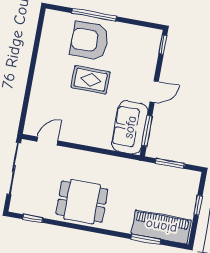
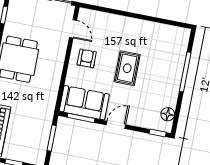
floor lamp: (142, 34) -> (168, 114), added
armchair: (89, 41) -> (87, 58), moved, width x0.53, depth x0.53
door: (154, 92) -> (116, 125), swing flipped

